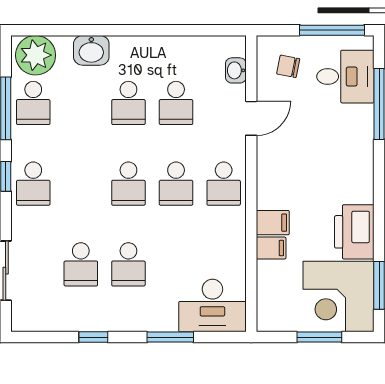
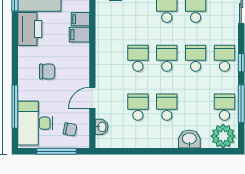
window: (332, 30) -> (56, 151), moved
desk: (345, 77) -> (35, 123), width x1.37
chair: (326, 162) -> (47, 72), added
school desk: (224, 184) -> (196, 58), moved

